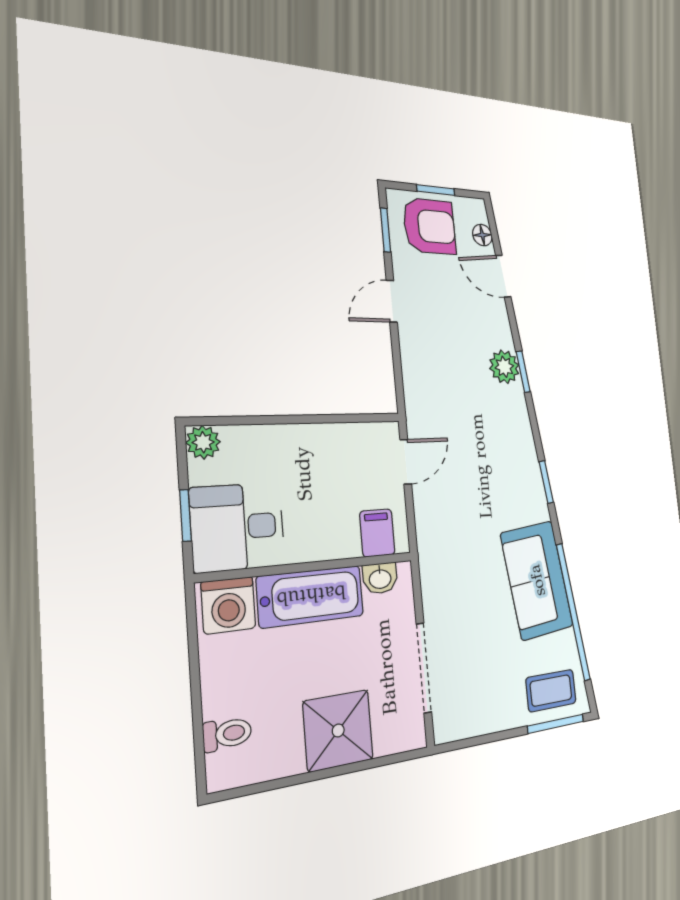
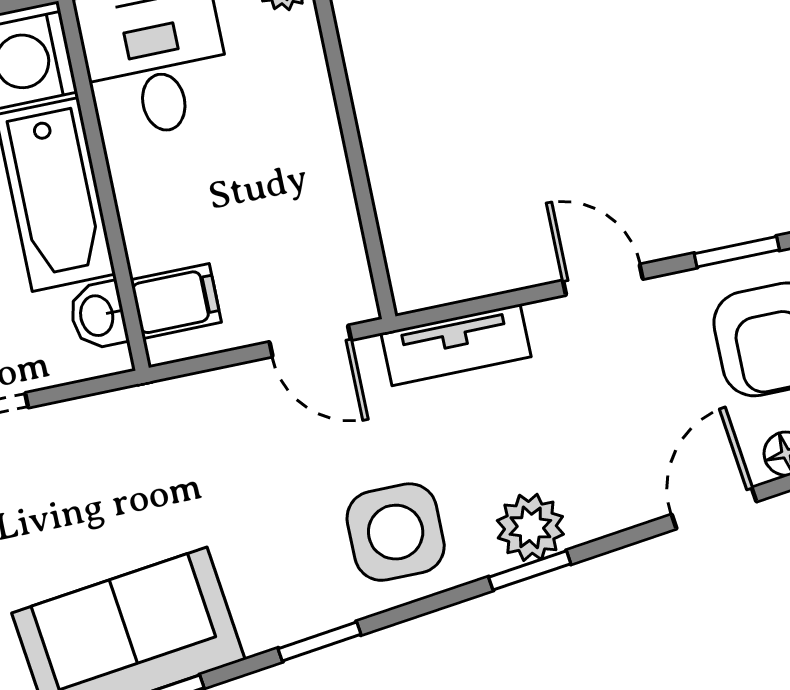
tv unit: (416, 385) -> (456, 345), added
side table: (501, 434) -> (396, 532), added

